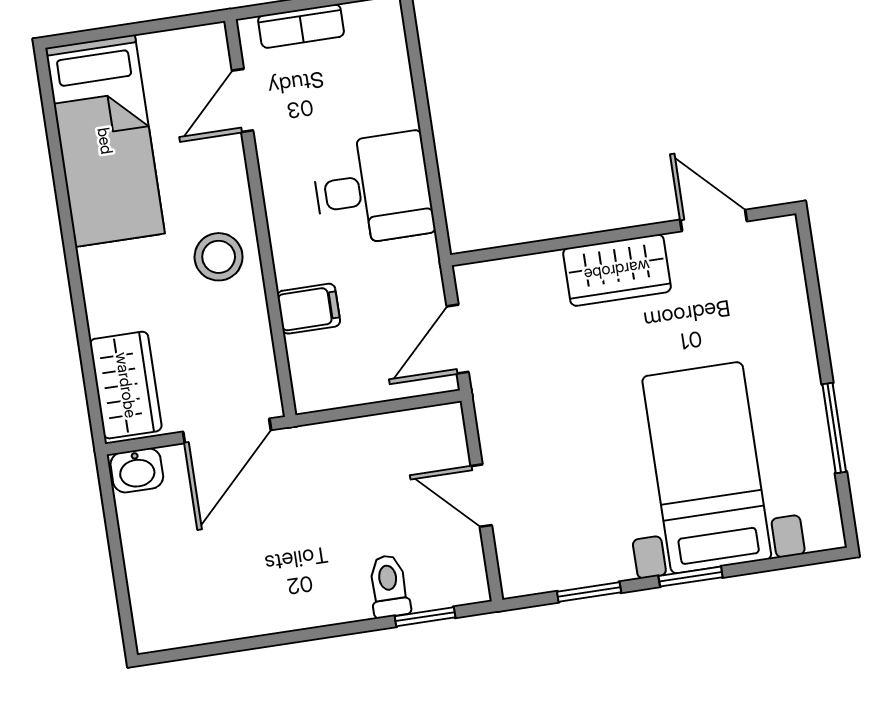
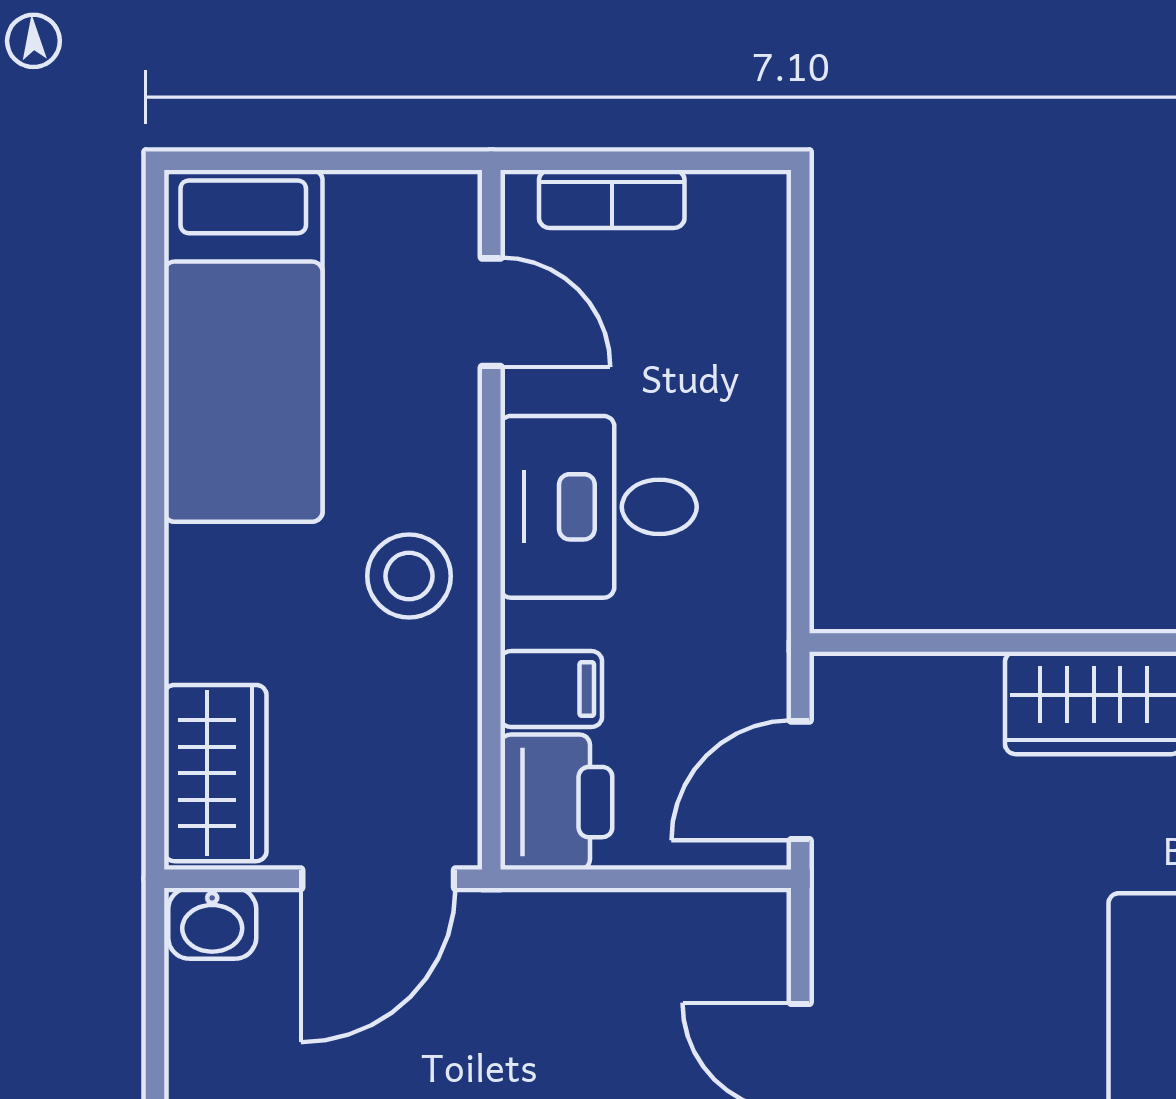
door: (243, 100) -> (491, 312), swing flipped
desk: (373, 189) -> (598, 507), moved, turned 180
printer: (321, 372) -> (556, 802), added

